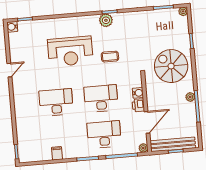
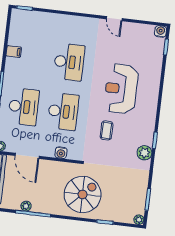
plant: (106, 20) -> (144, 153), moved
plant: (190, 97) -> (26, 206), moved
printer: (138, 105) -> (47, 150), removed

